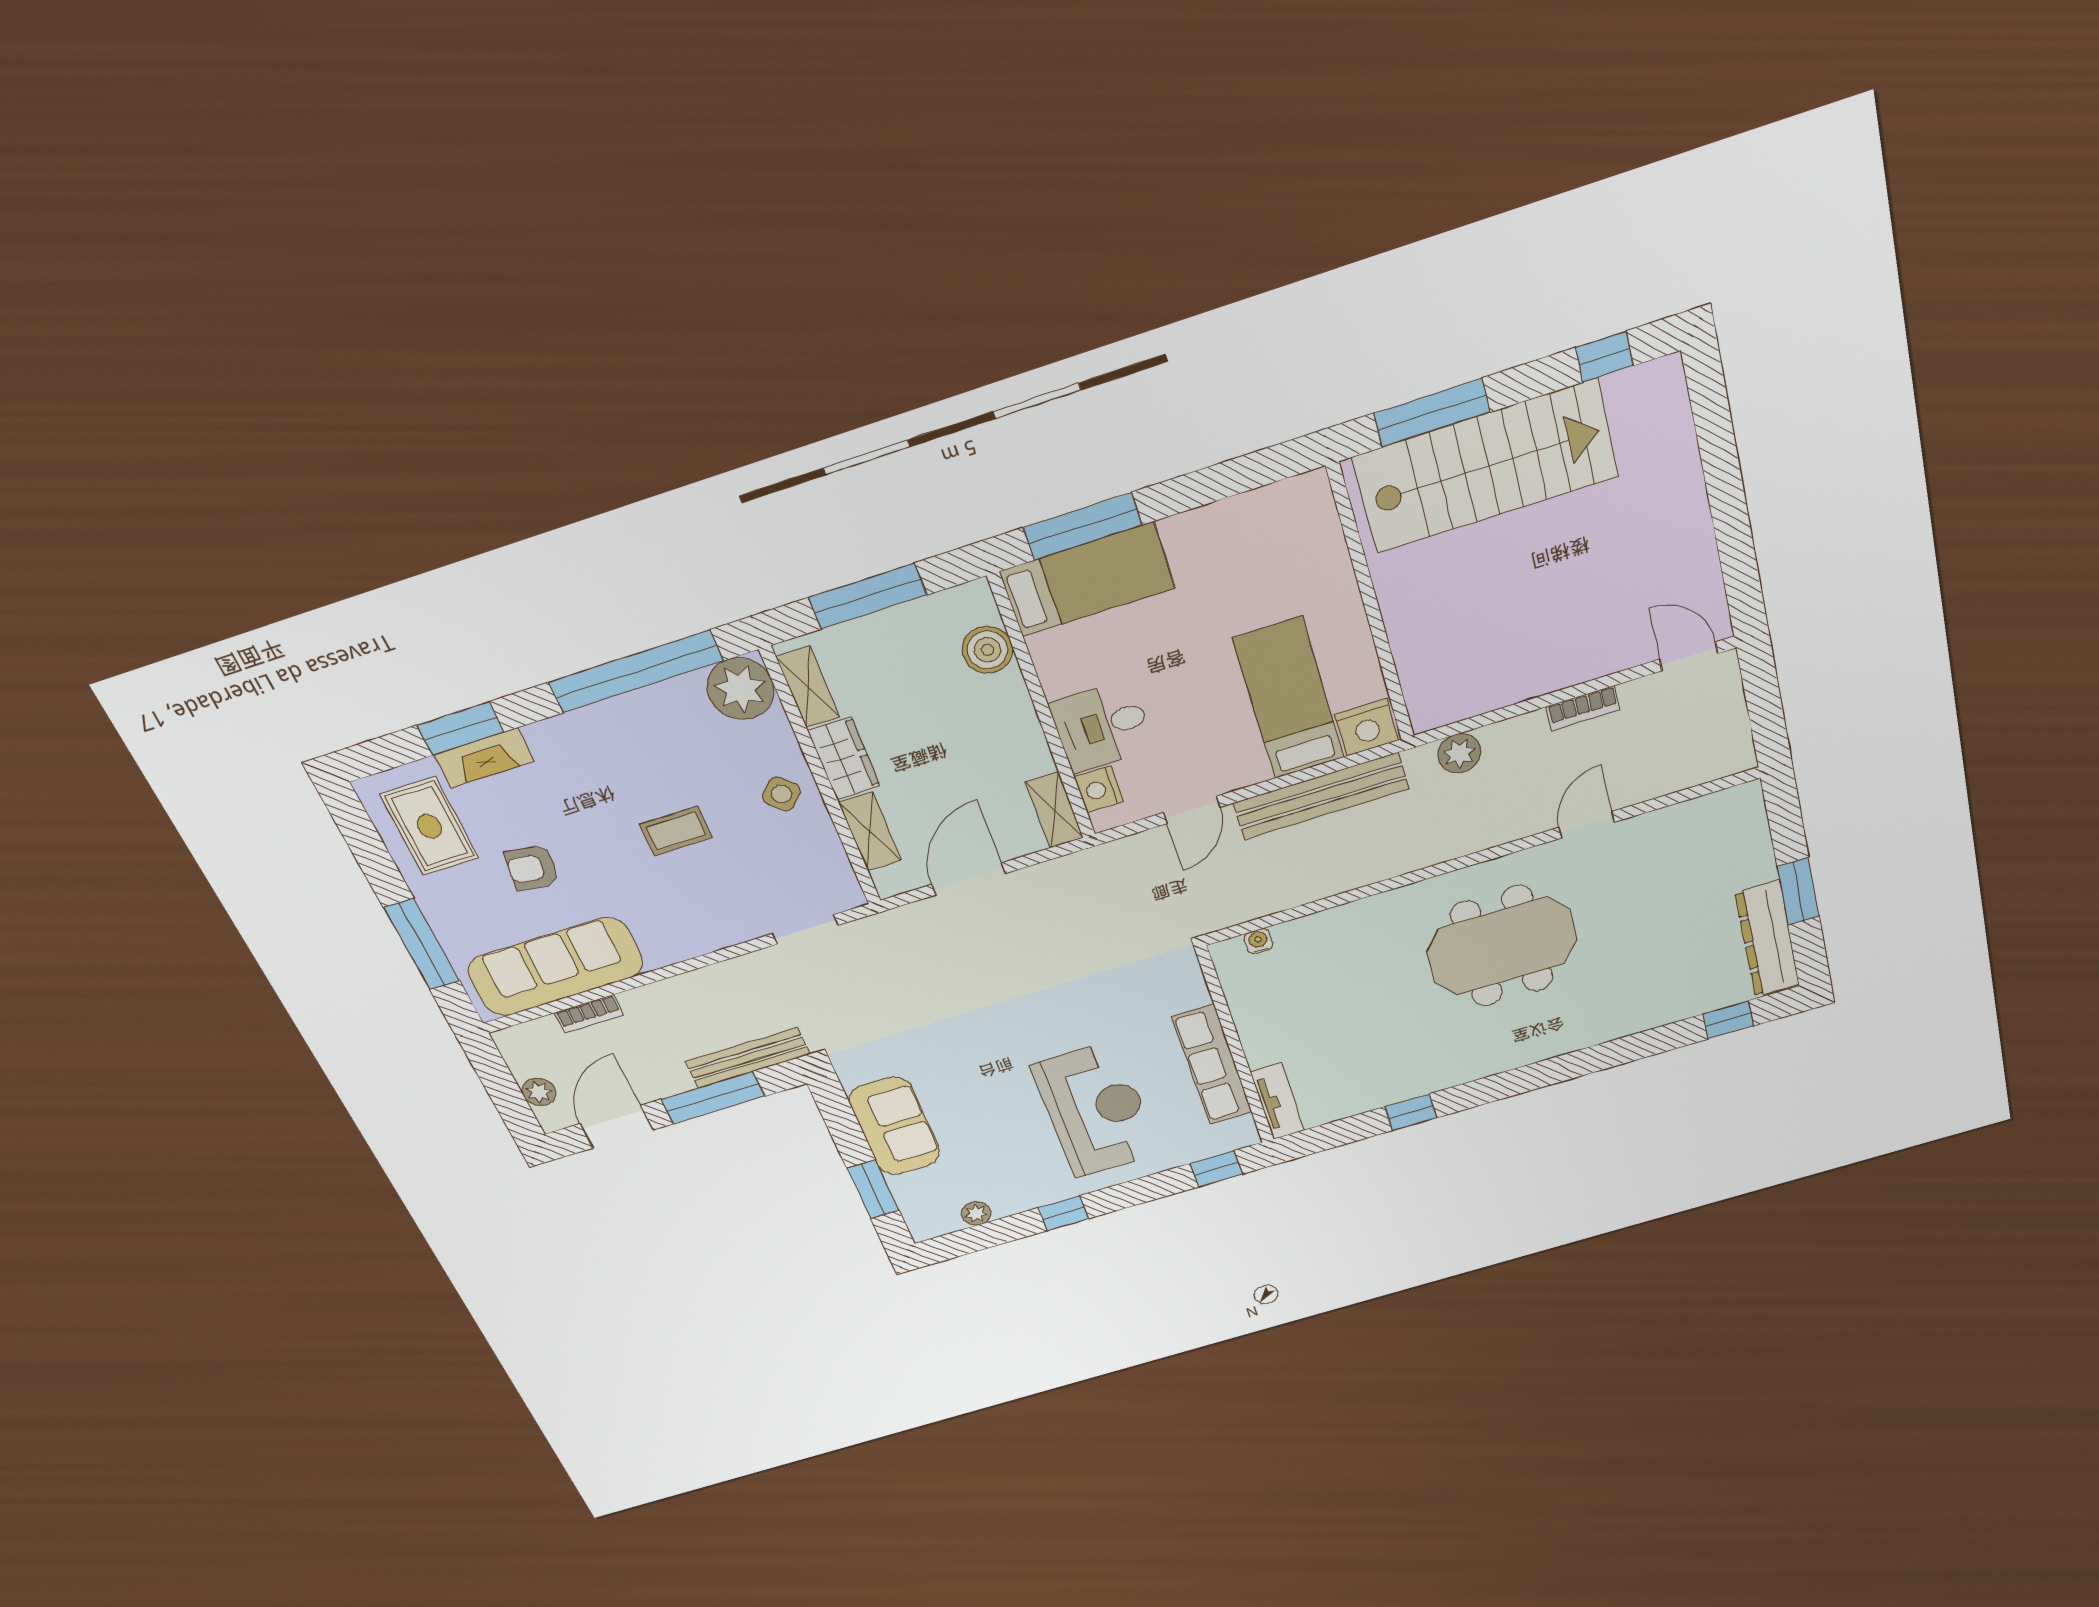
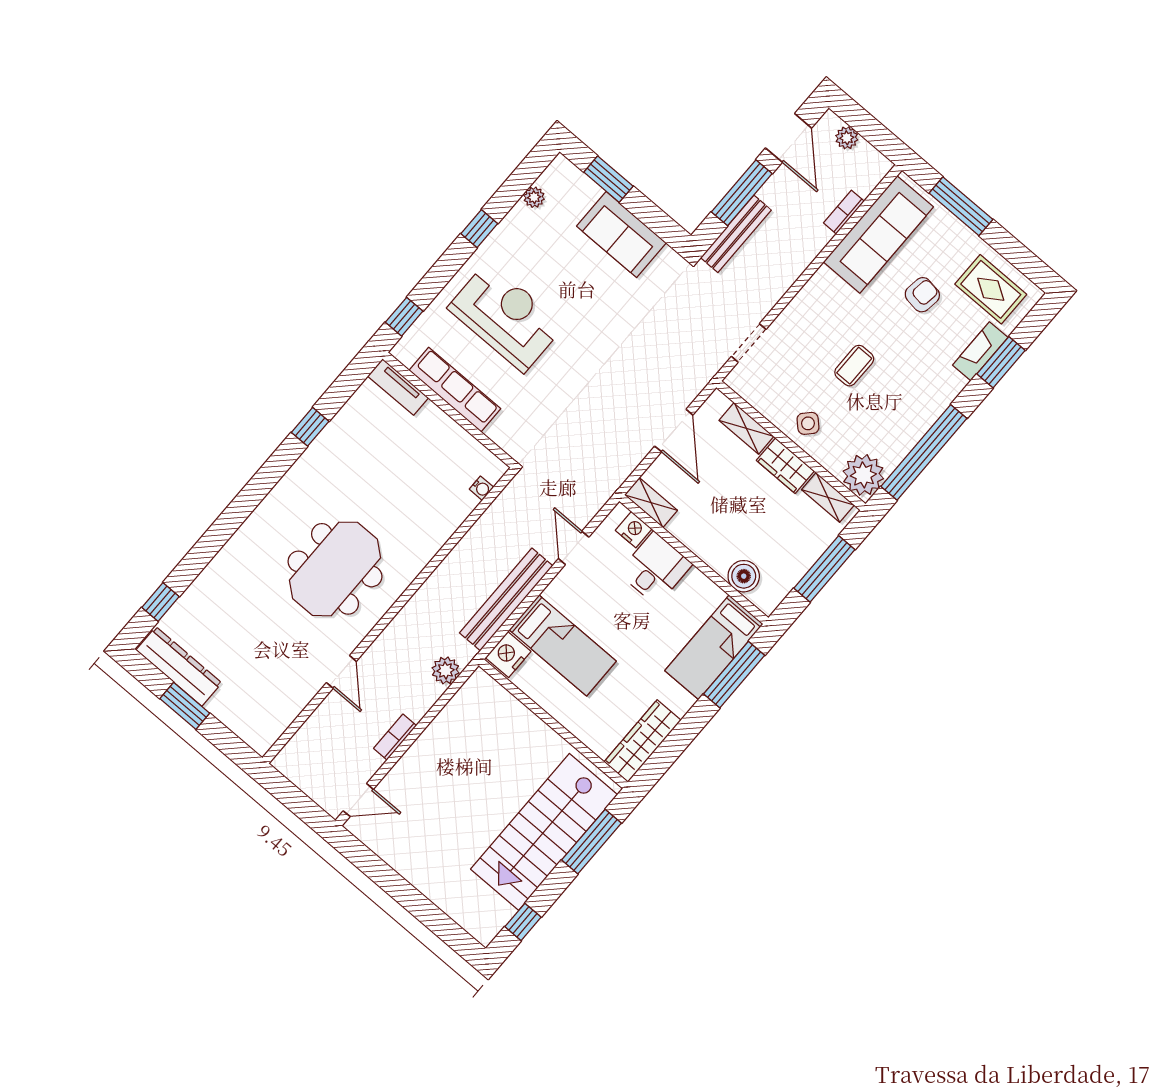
wardrobe: (1268, 511) -> (643, 741), added
reception desk: (1096, 1110) -> (506, 317), turned 180

